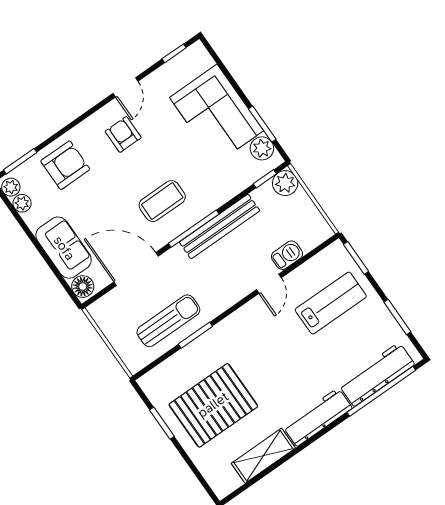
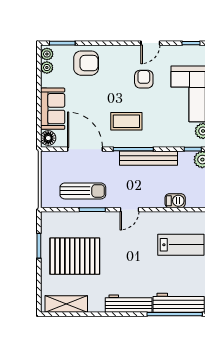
armchair: (123, 134) -> (144, 79), moved
door: (269, 284) -> (129, 210), moved
shelving: (263, 456) -> (66, 304), moved

